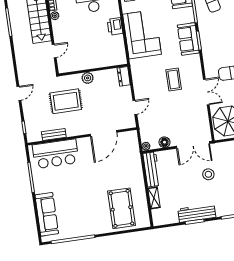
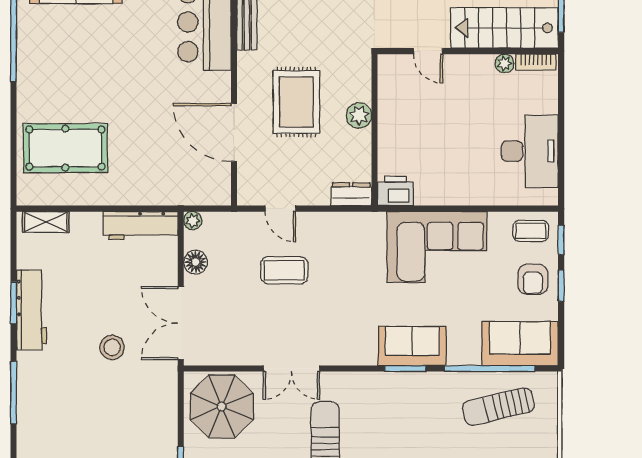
printer: (115, 26) -> (395, 191), moved
coffee table: (174, 80) -> (284, 270), moved
rug: (66, 101) -> (296, 102), moved
shelving: (154, 198) -> (46, 222), moved

